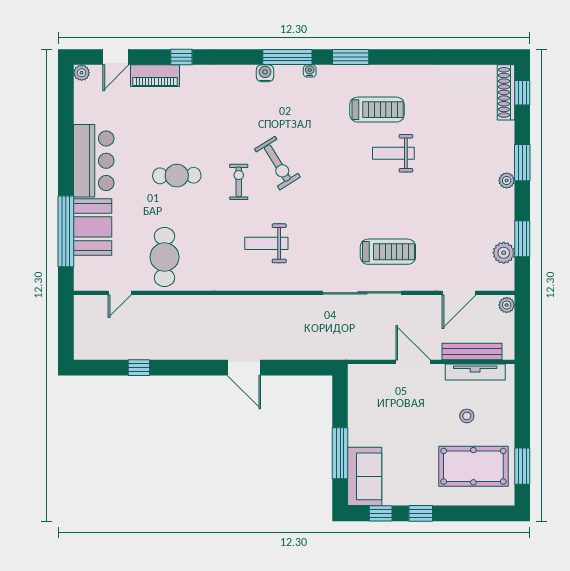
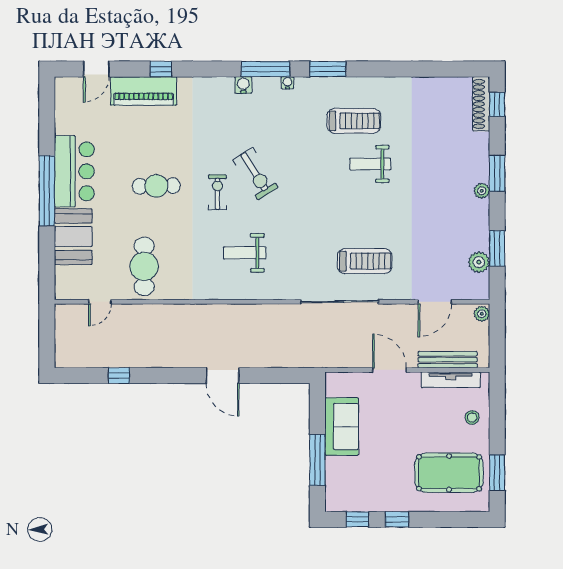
plant: (82, 73) -> (62, 85), removed
piano: (155, 76) -> (144, 91), width x1.37, depth x1.33
window: (66, 231) -> (47, 191), moved
stool: (467, 416) -> (472, 417), moved
sofa: (365, 476) -> (342, 427), moved

